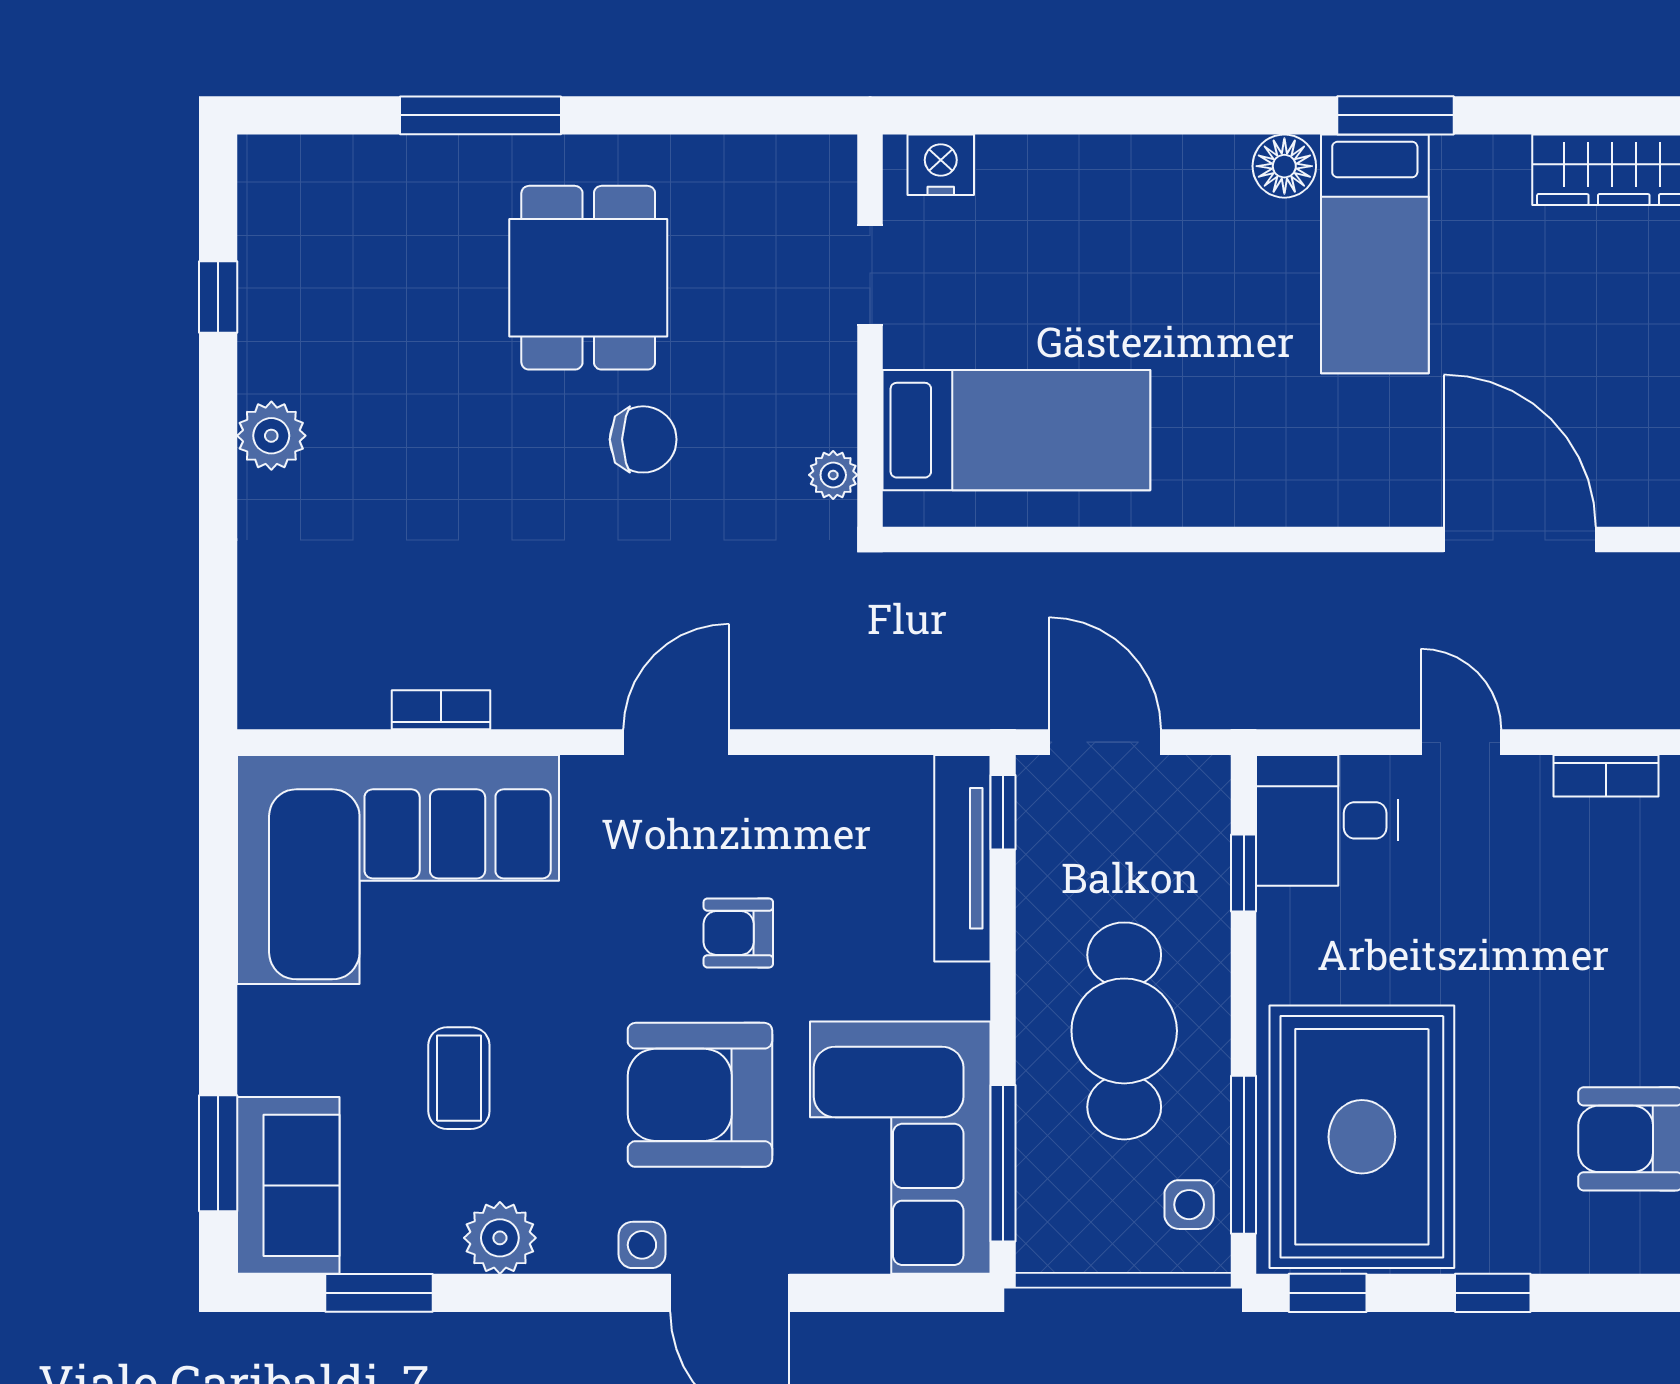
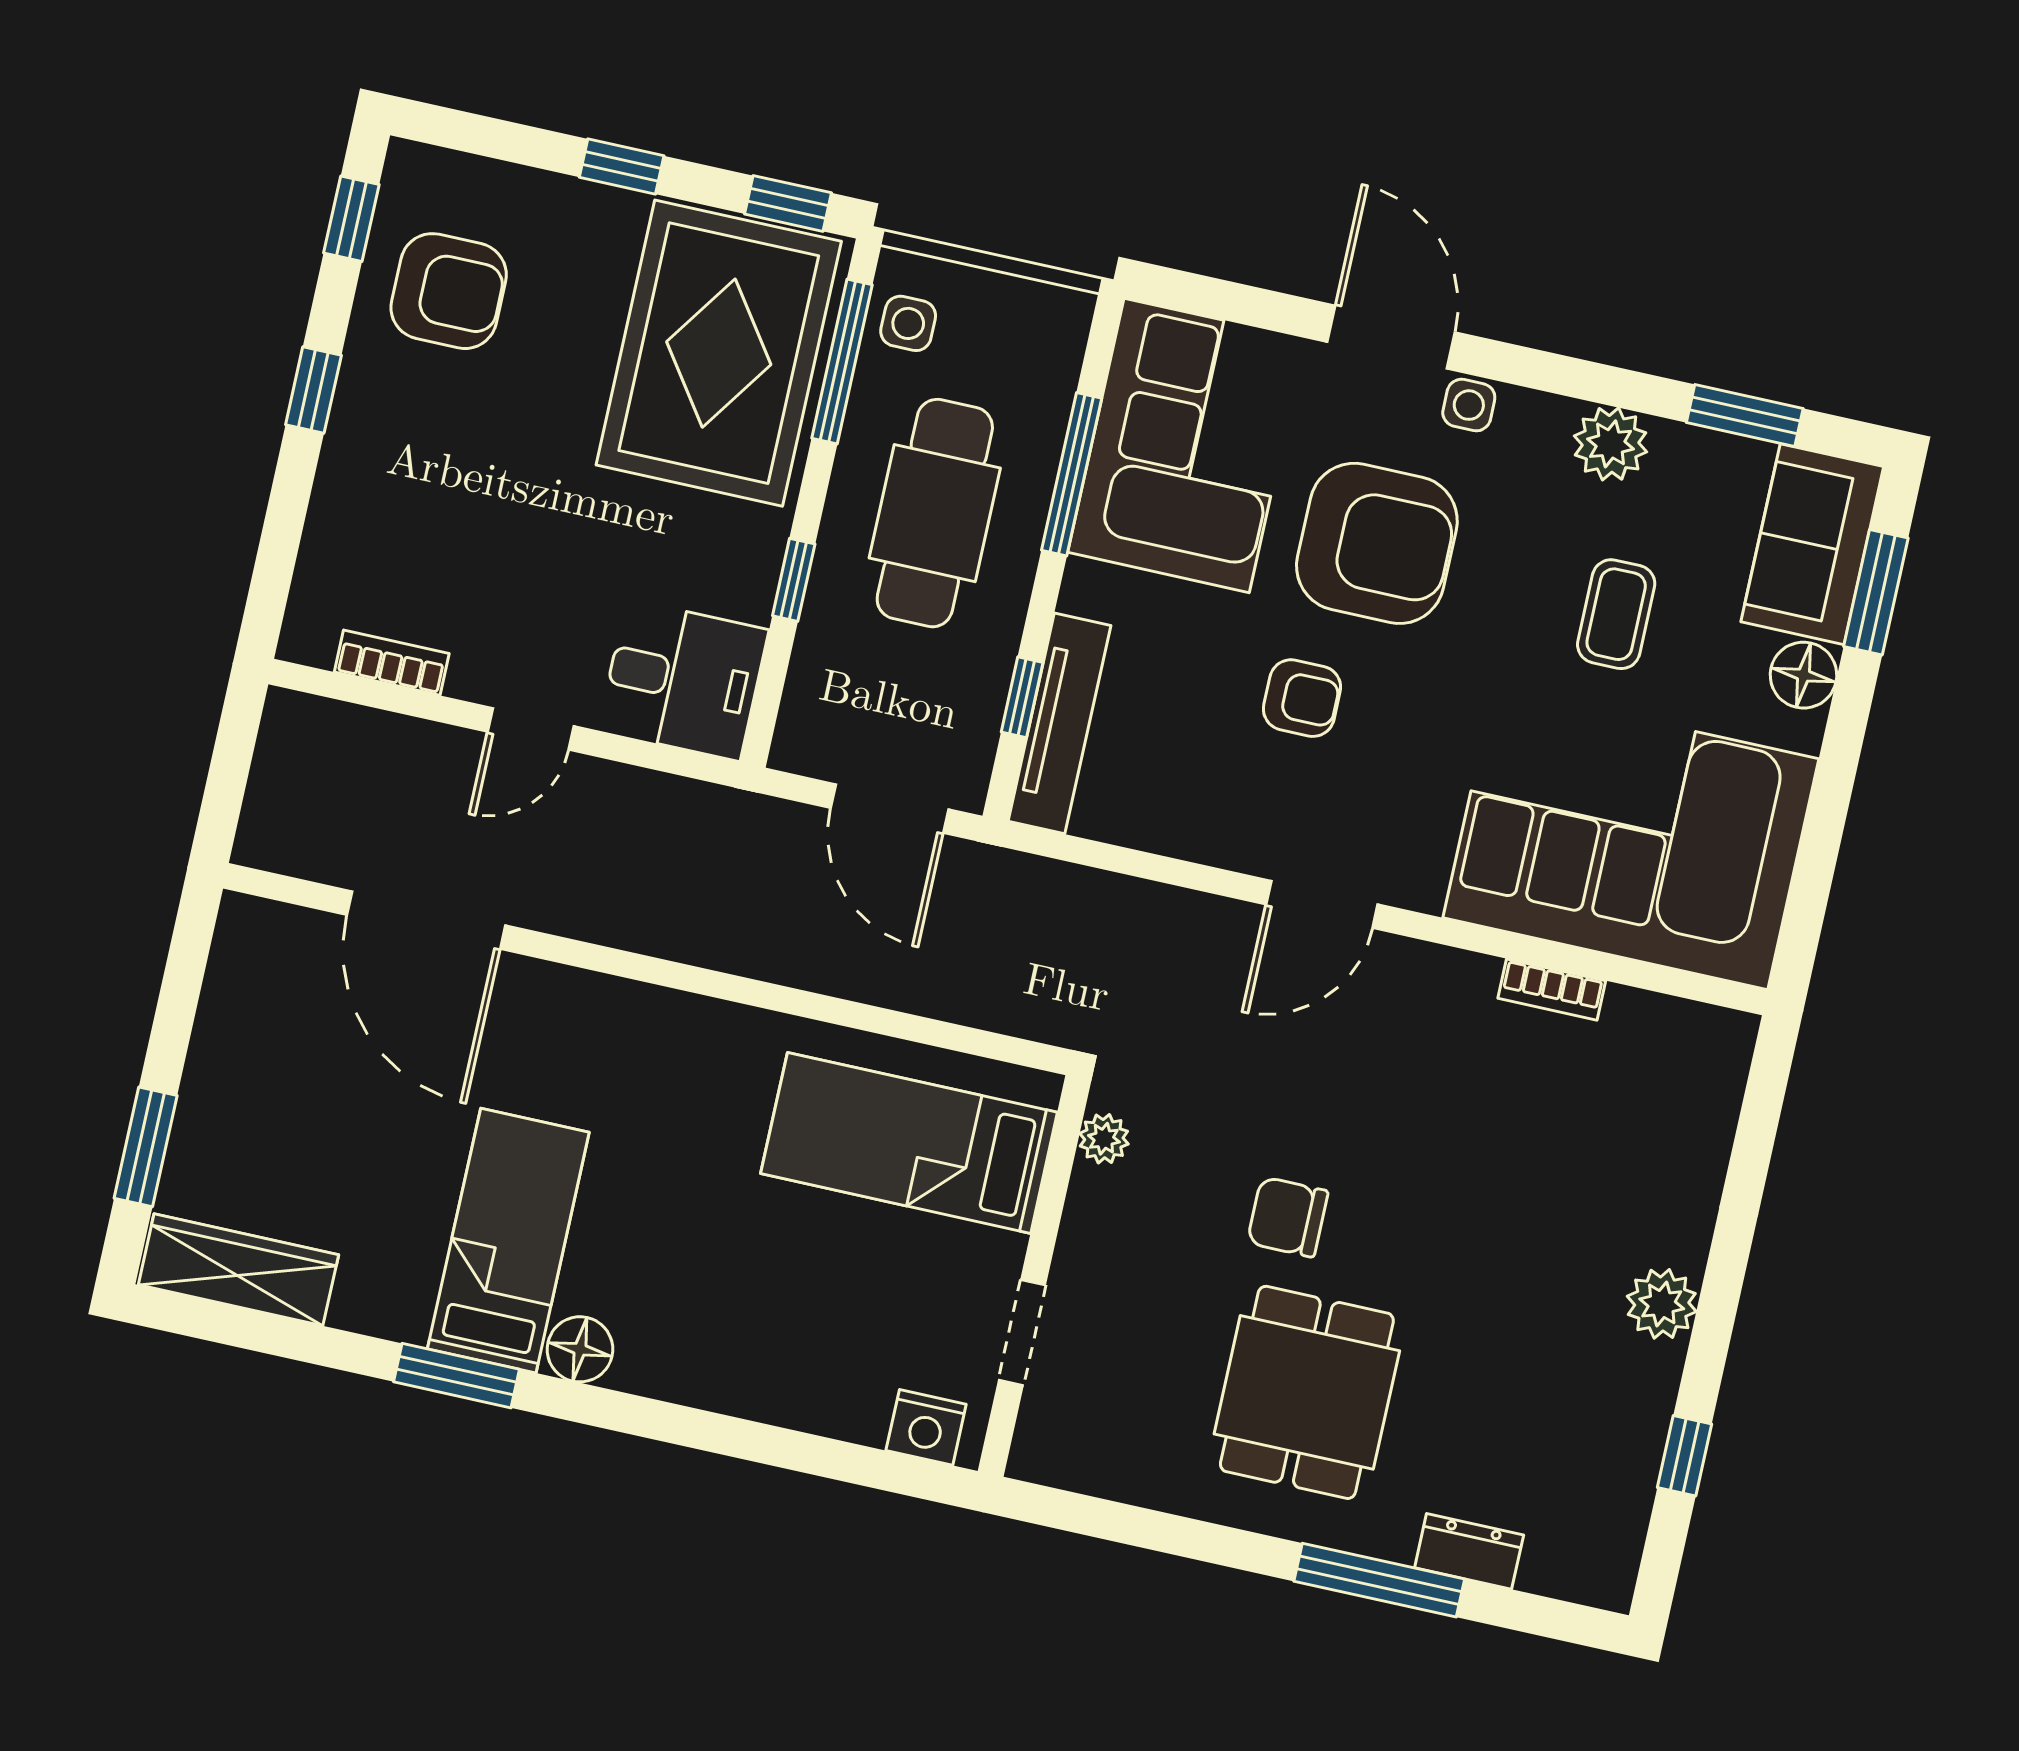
dresser: (402, 161) -> (1469, 1551), added
door: (1461, 742) -> (531, 729), hinge flipped
window: (1003, 812) -> (1022, 697), moved
window: (1244, 873) -> (794, 580), moved
floor lamp: (269, 1060) -> (1804, 675), added
window: (1003, 1163) -> (1072, 474), moved

